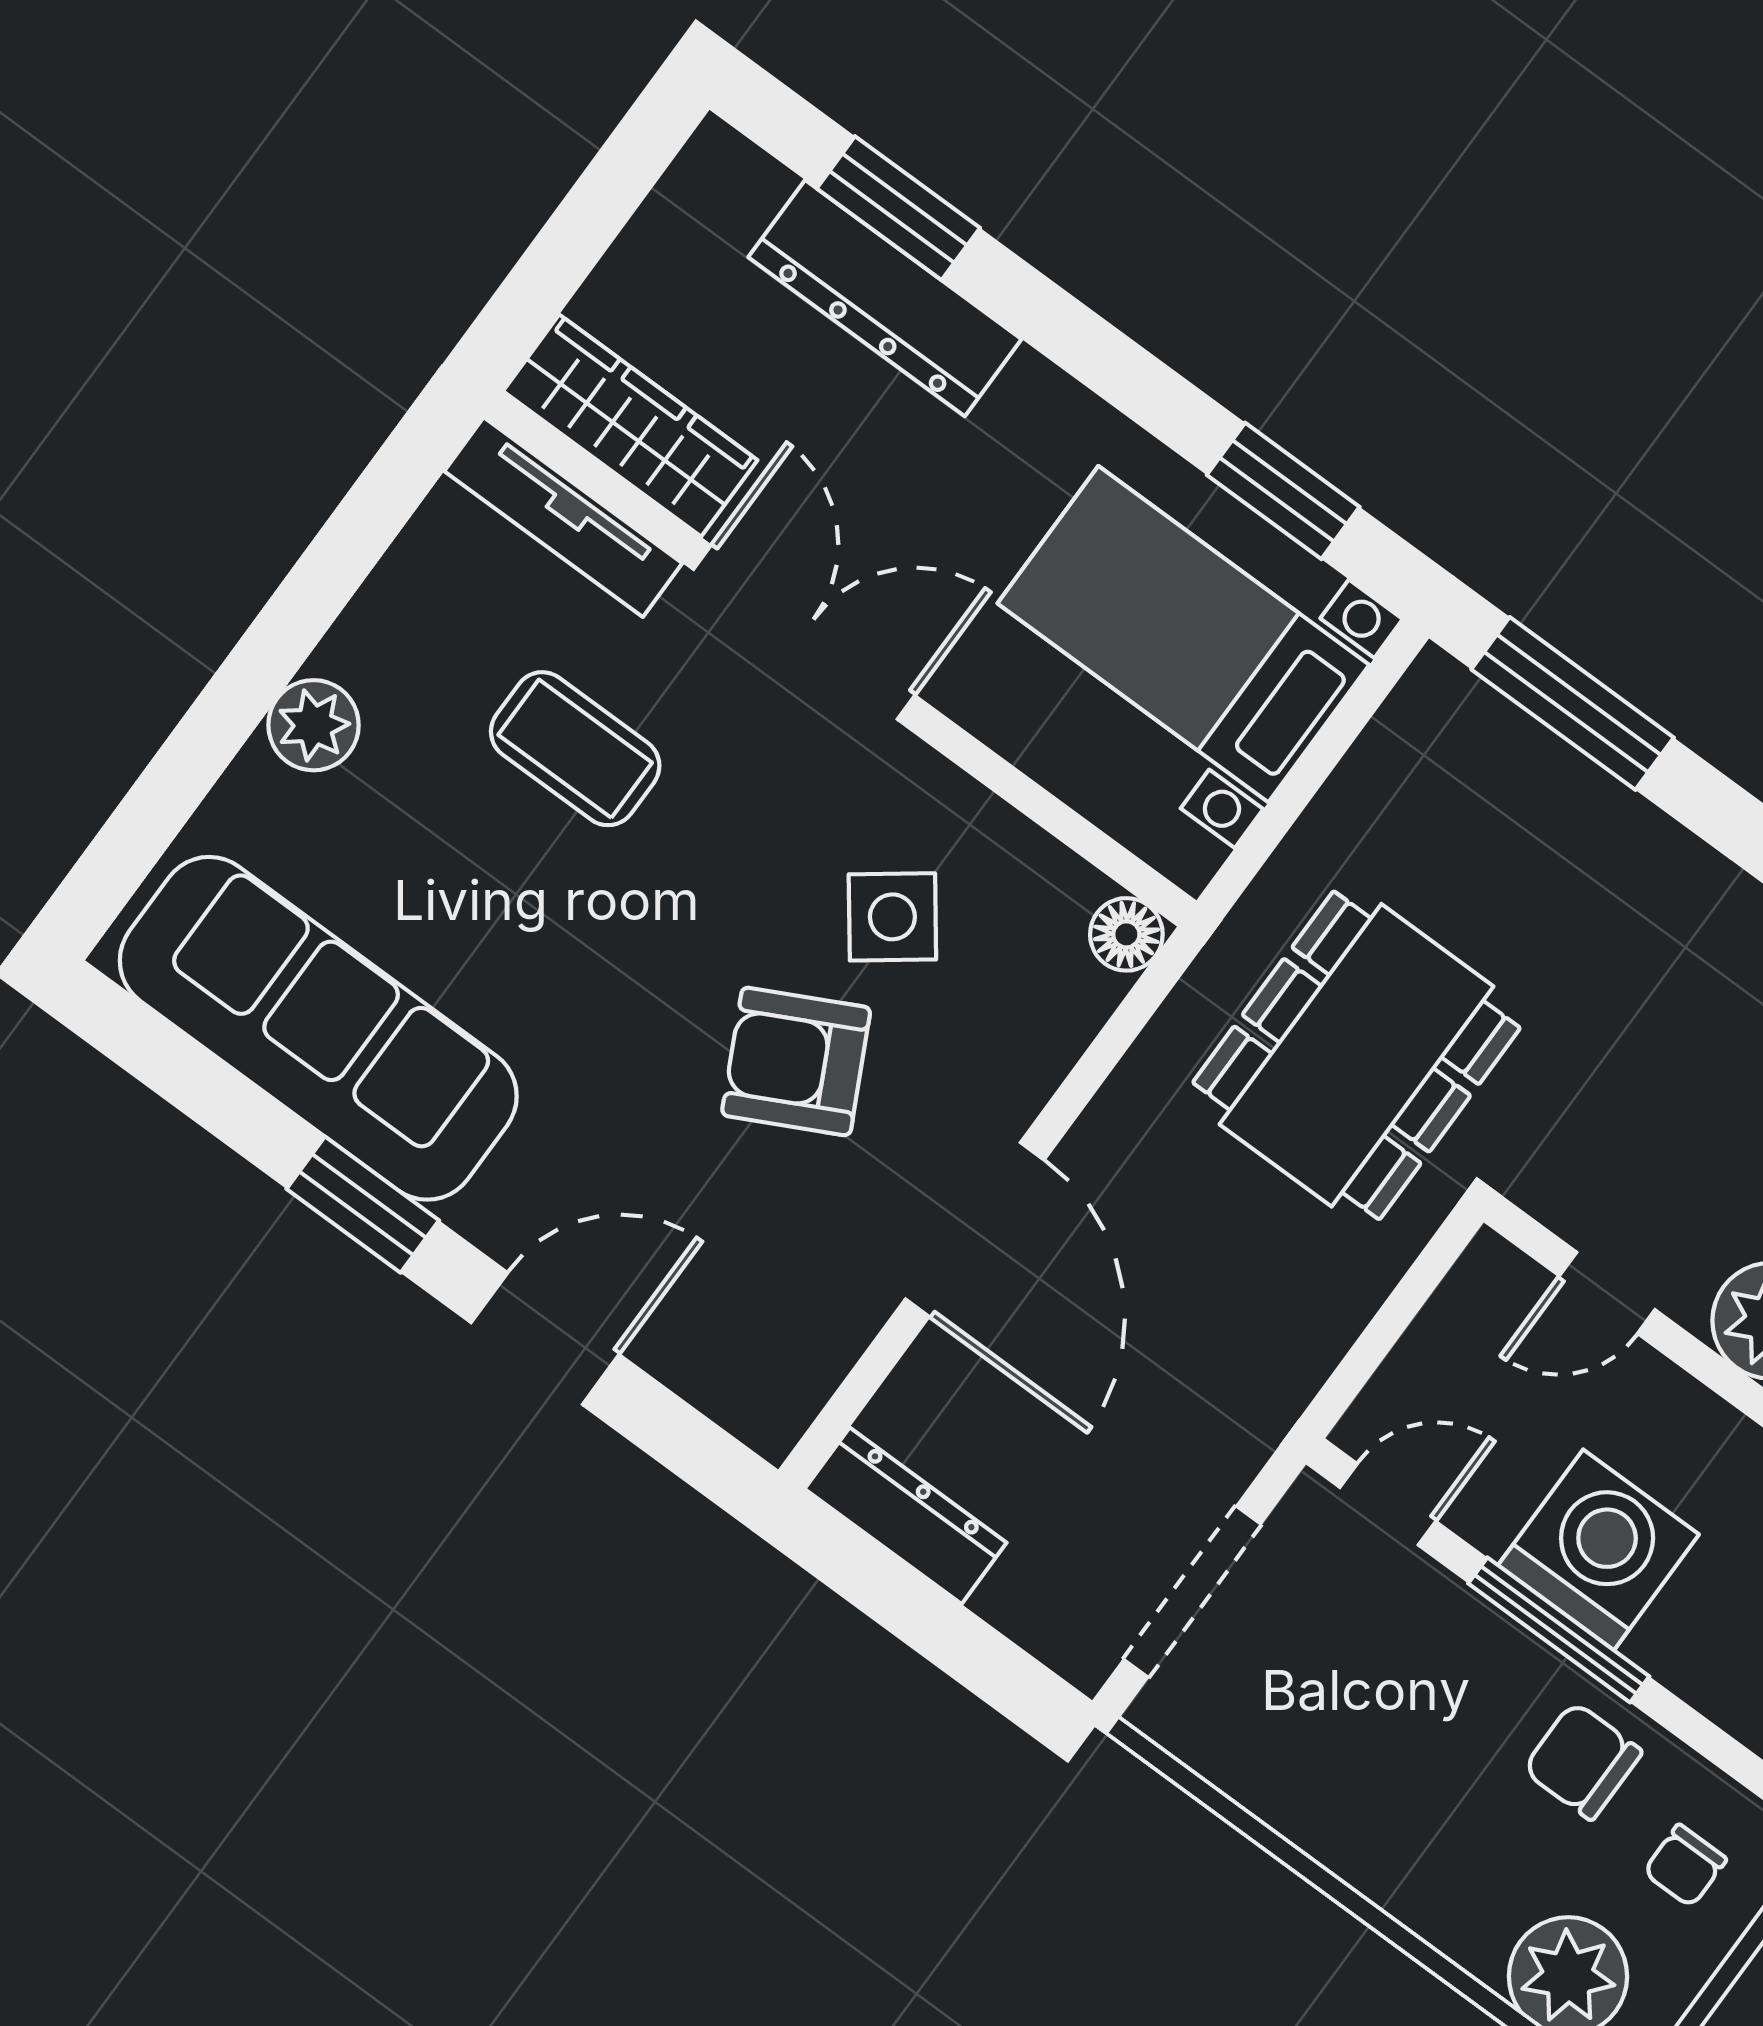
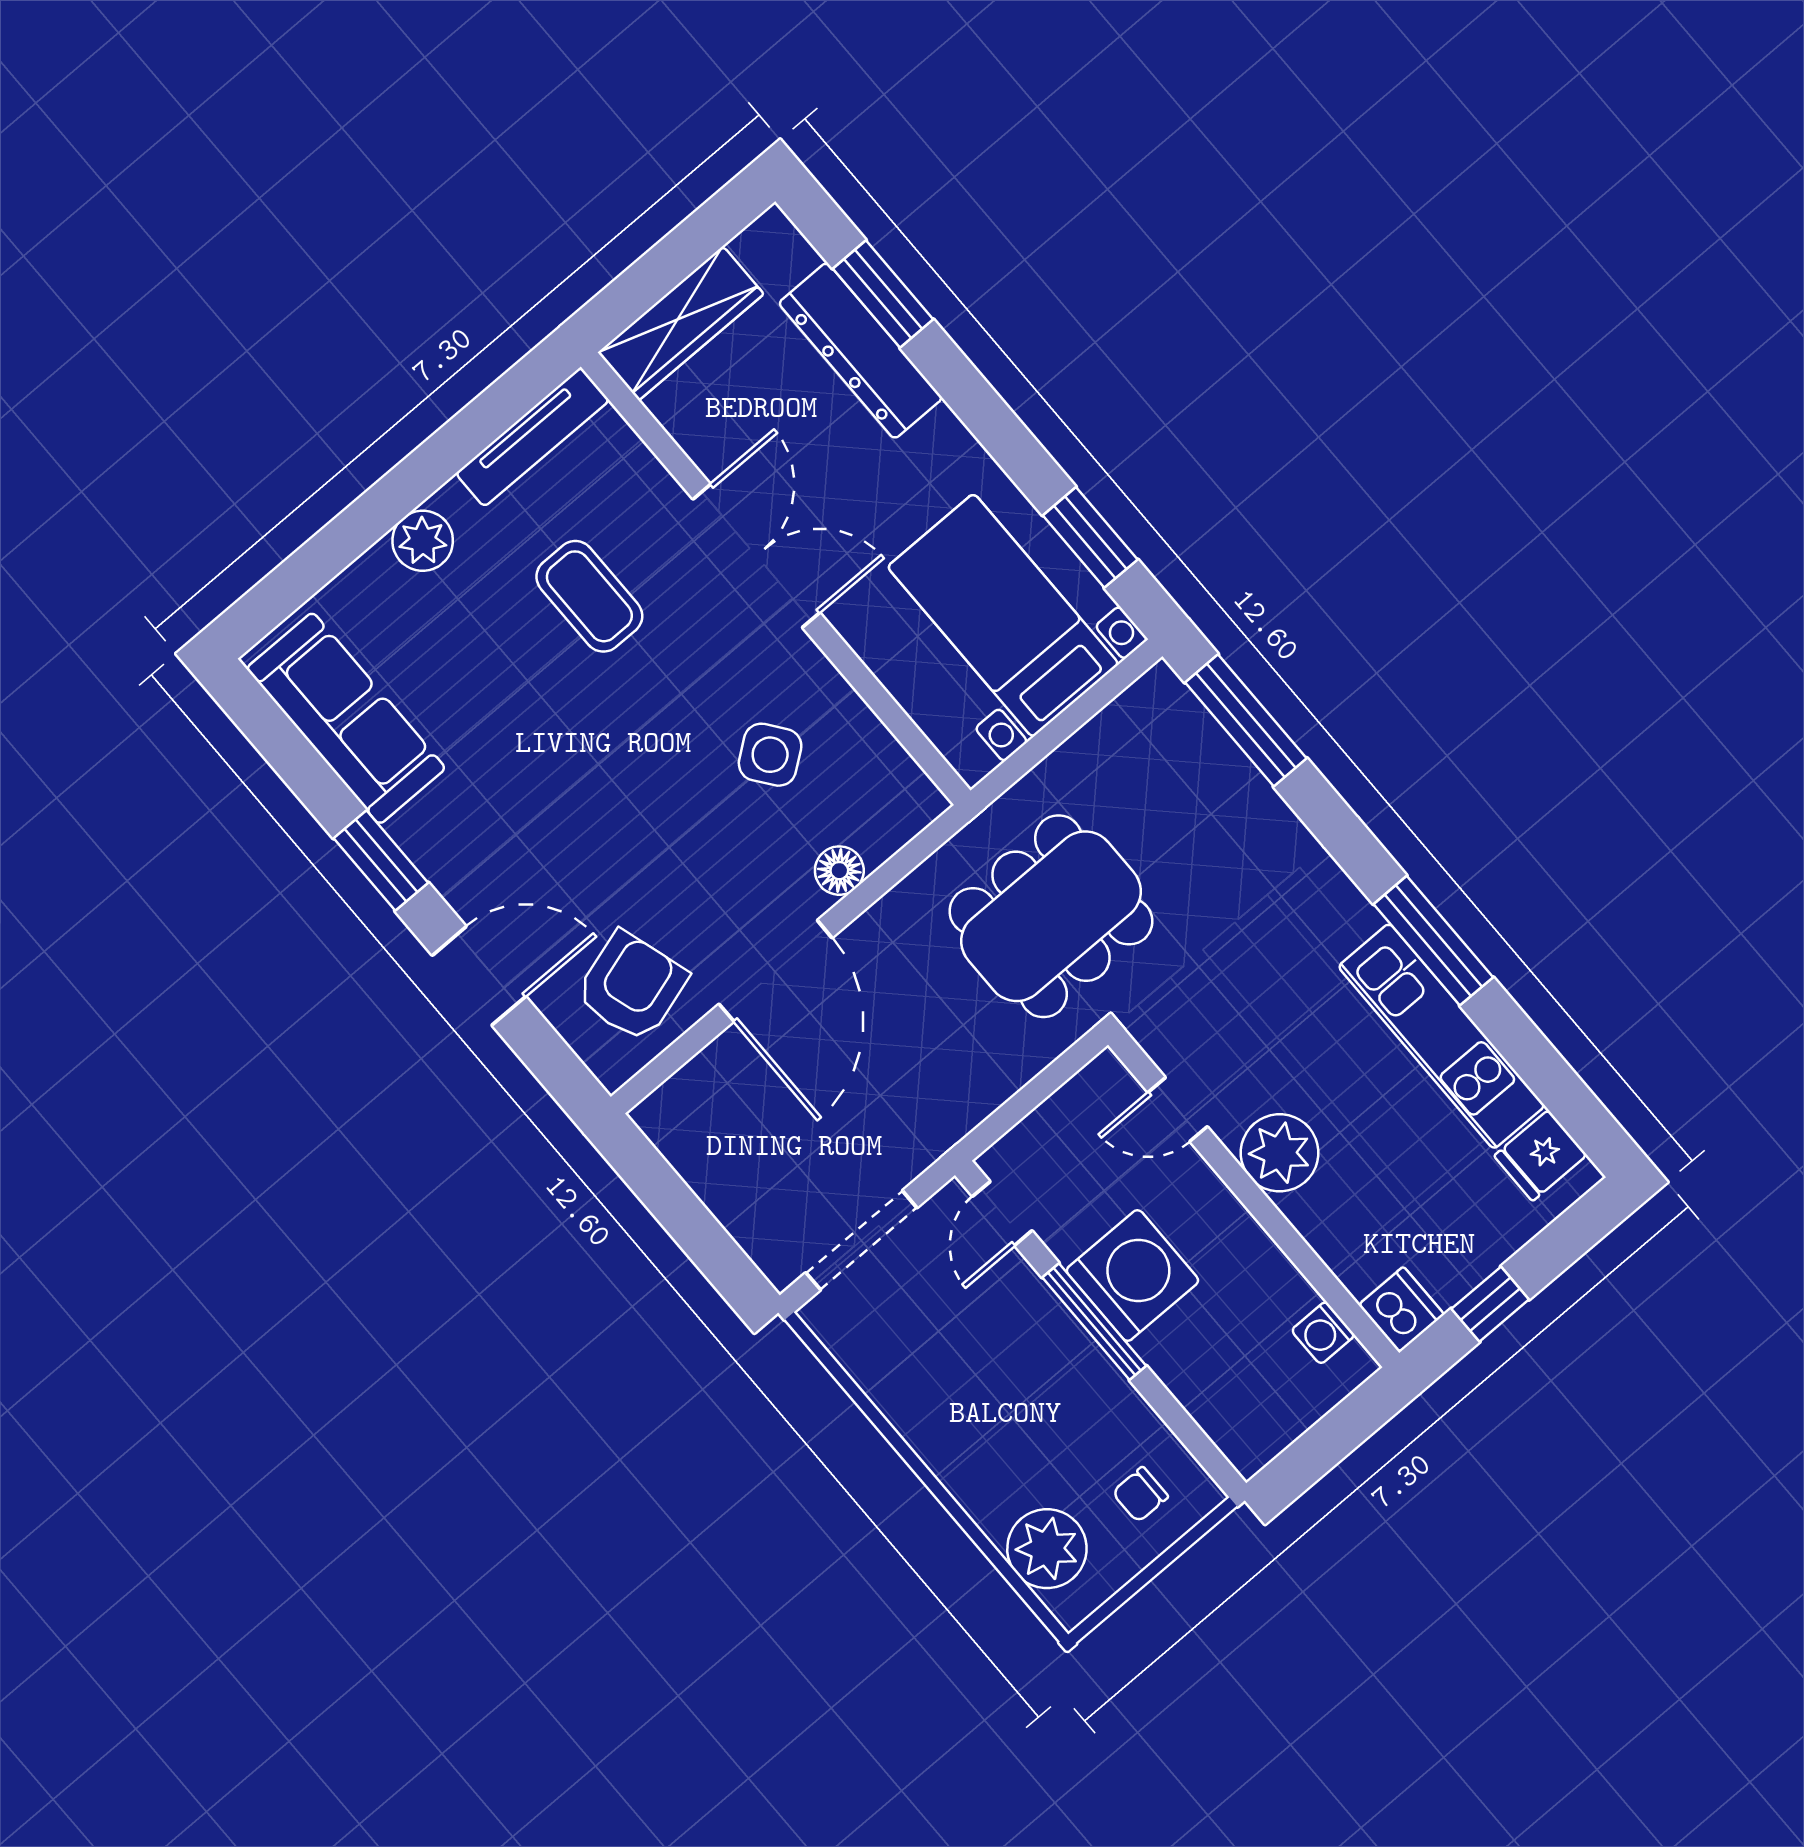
wardrobe: (630, 426) -> (681, 323), moved, turned 90
tv unit: (563, 517) -> (533, 437), moved, turned -90
floor lamp: (1126, 934) -> (839, 871), moved
sofa: (318, 1028) -> (346, 718), width x0.74, depth x0.79
armchair: (796, 1061) -> (632, 987), moved, turned 100
door: (1388, 1504) -> (1002, 1214), swing flipped
dresser: (906, 1516) -> (686, 1147), removed
chair: (1582, 1761) -> (1090, 1410), removed

